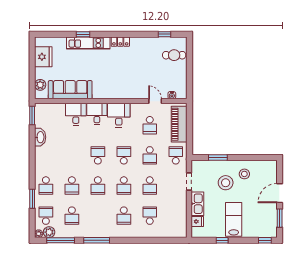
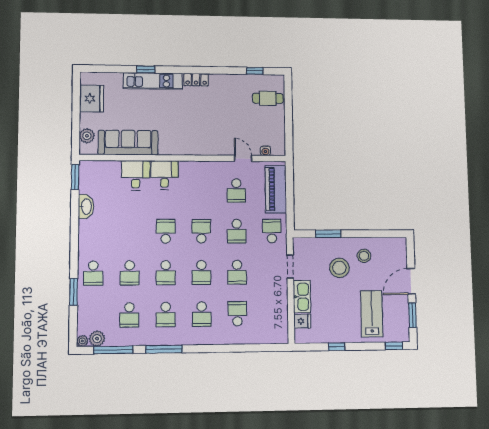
desk: (119, 115) -> (194, 177), removed
school desk: (46, 216) -> (166, 315), moved, turned 180
lab bench: (234, 219) -> (372, 314), moved

